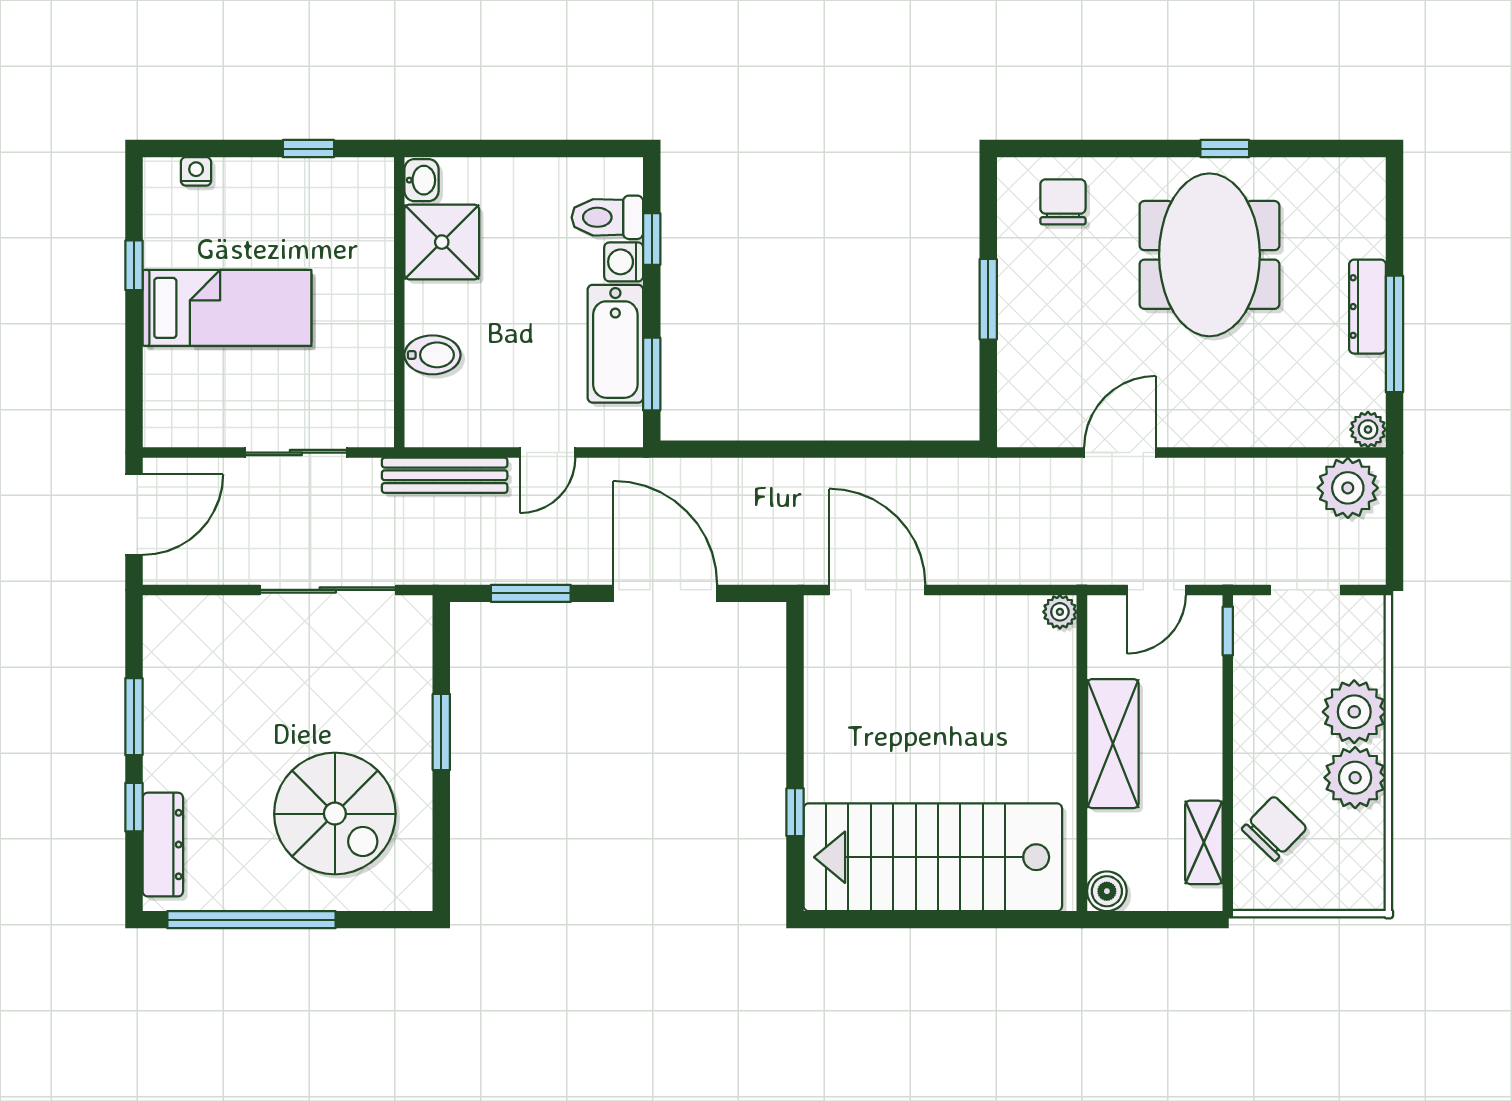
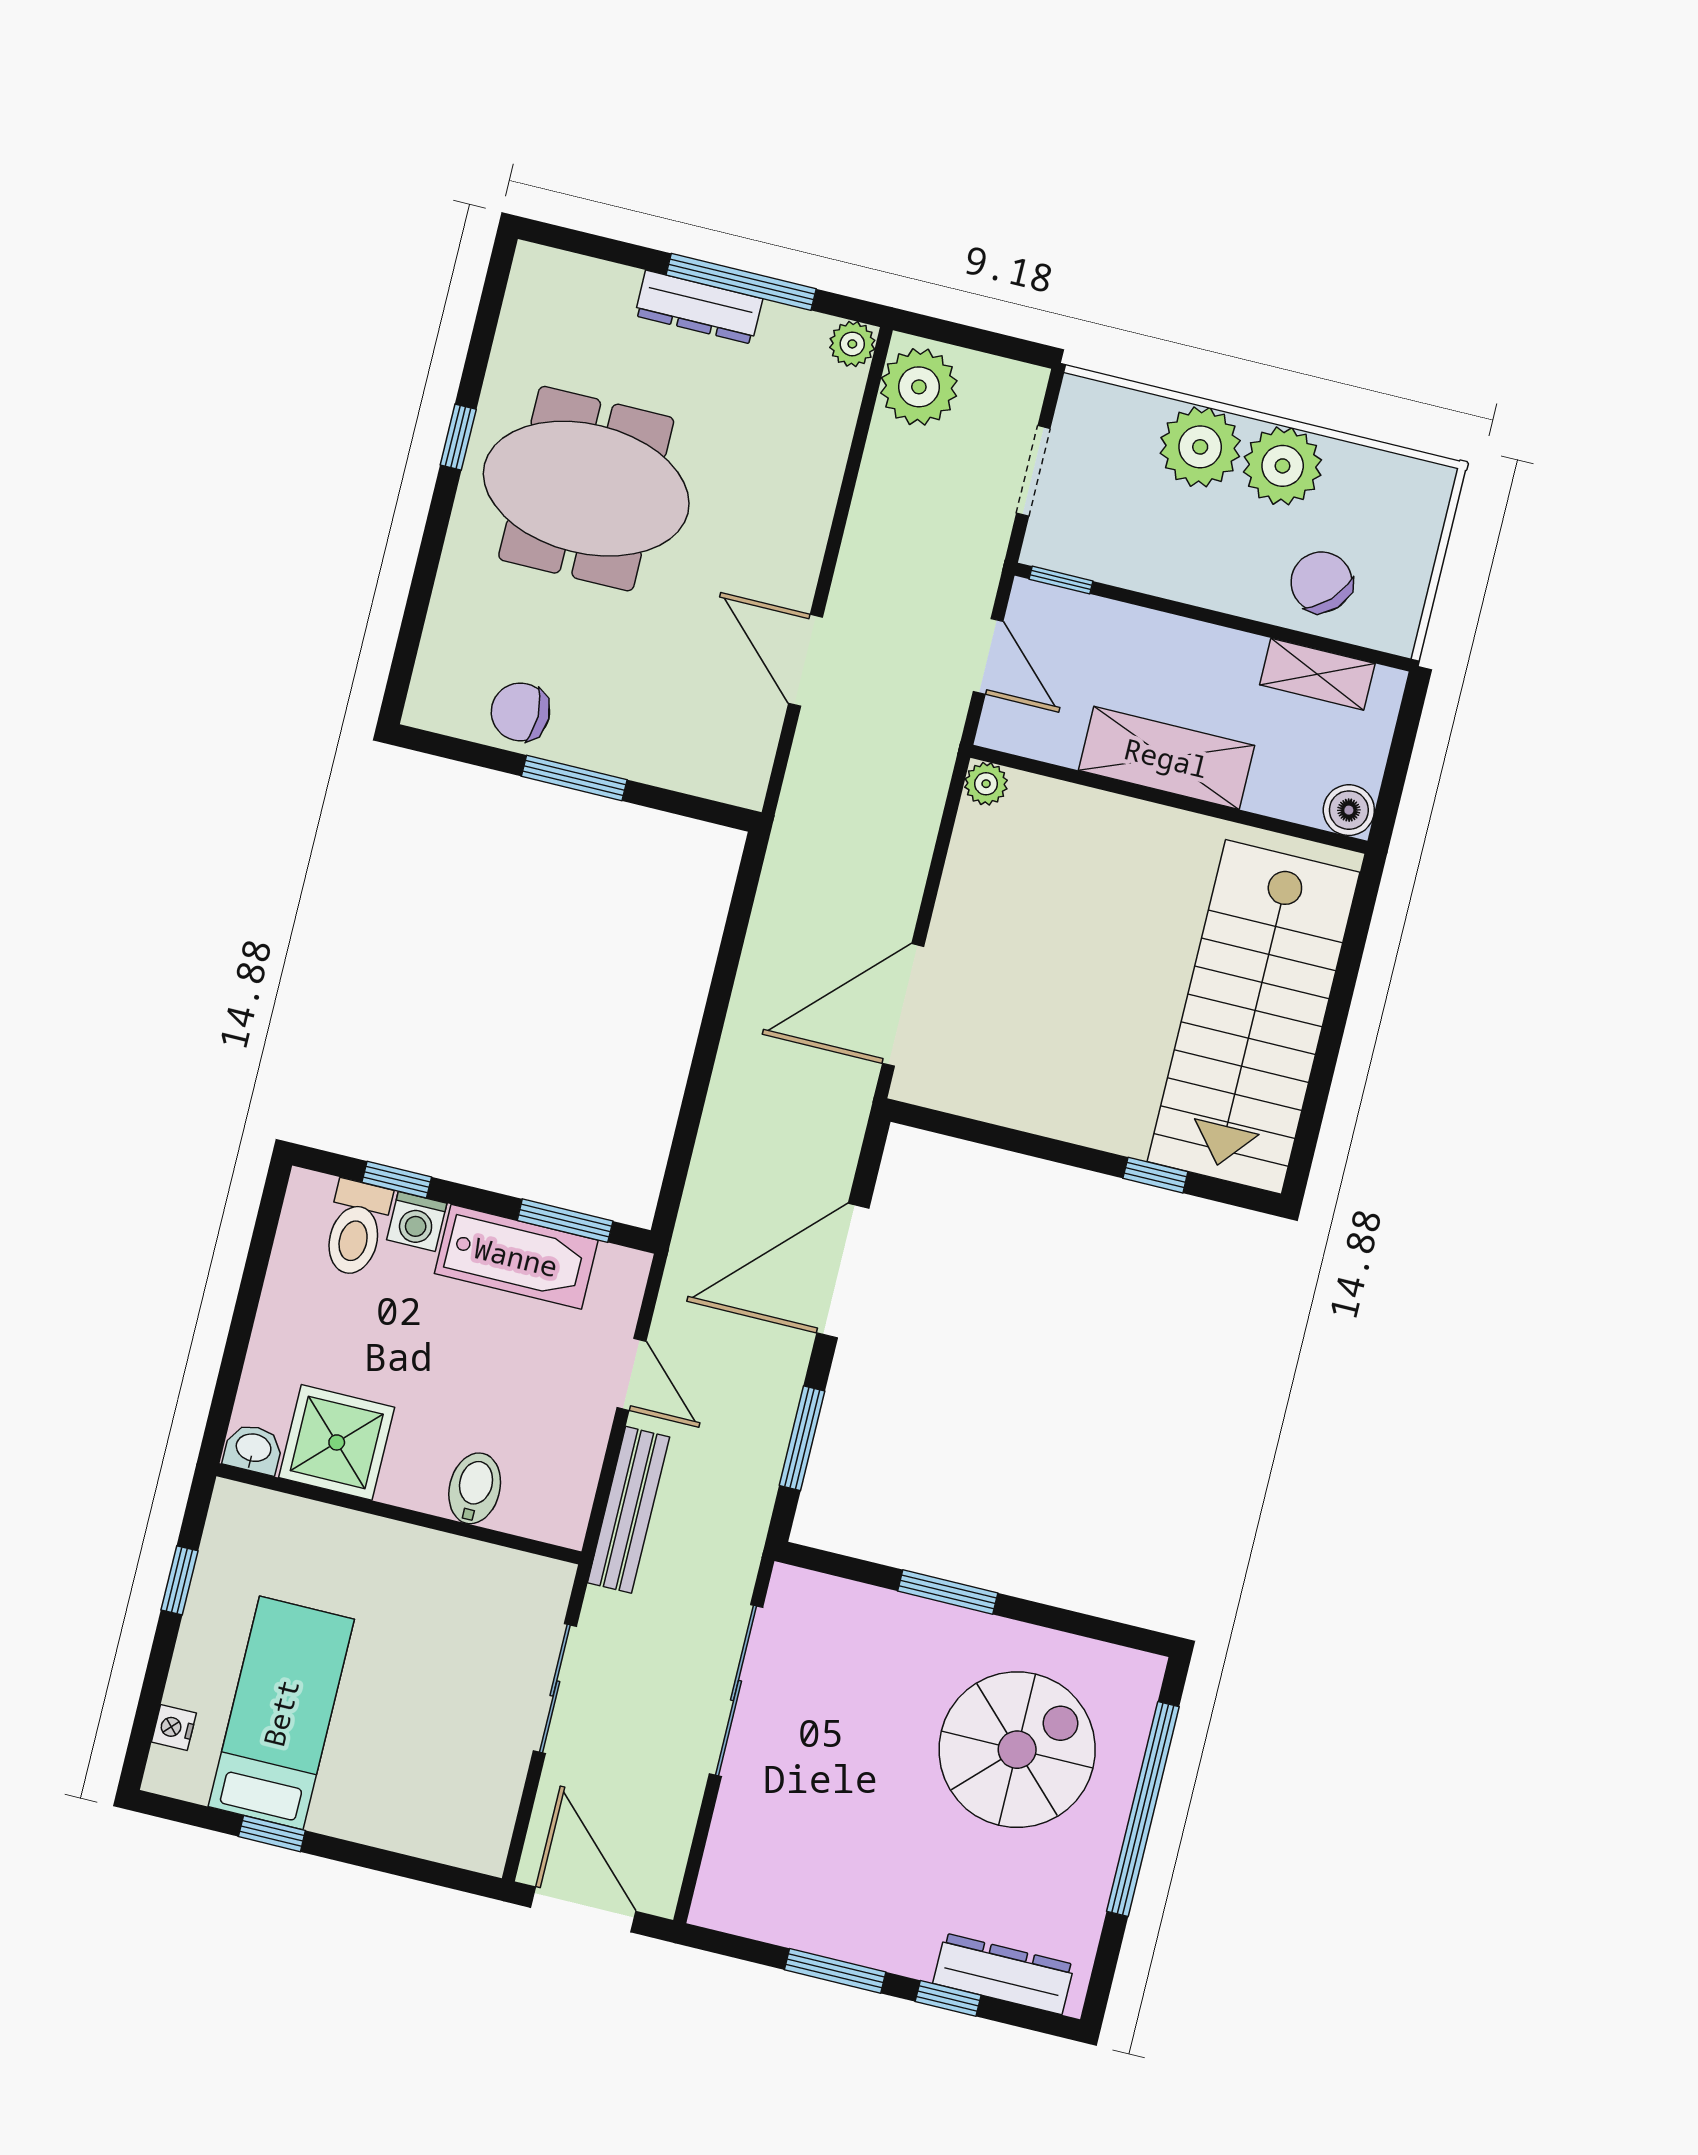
chair: (1063, 202) -> (520, 712), moved
bed: (227, 308) -> (281, 1713), moved
window: (251, 920) -> (1143, 1809), moved

